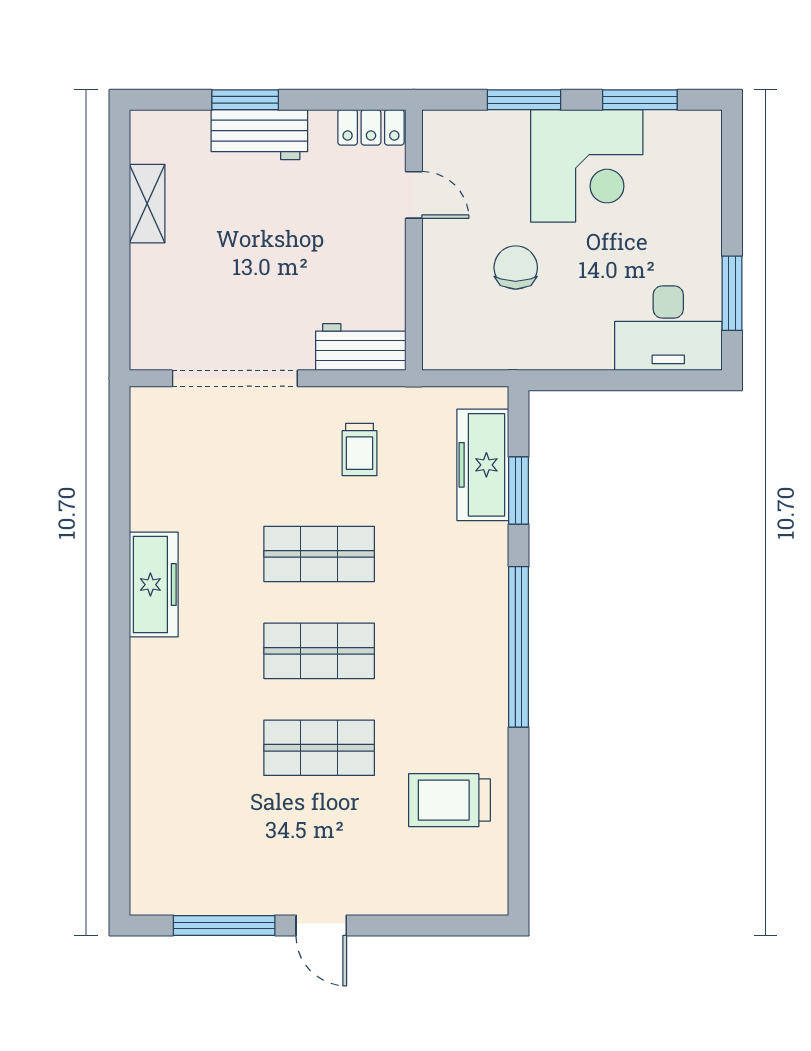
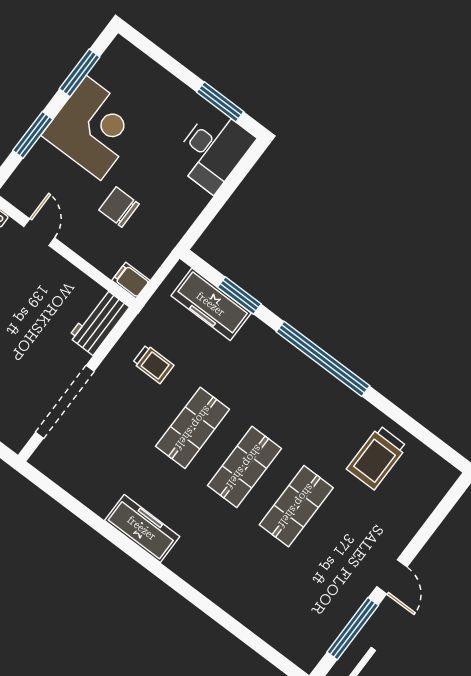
door: (414, 195) -> (39, 232), hinge flipped
filing cabinet: (439, 348) -> (131, 280), added
door: (321, 925) -> (392, 577), hinge flipped

